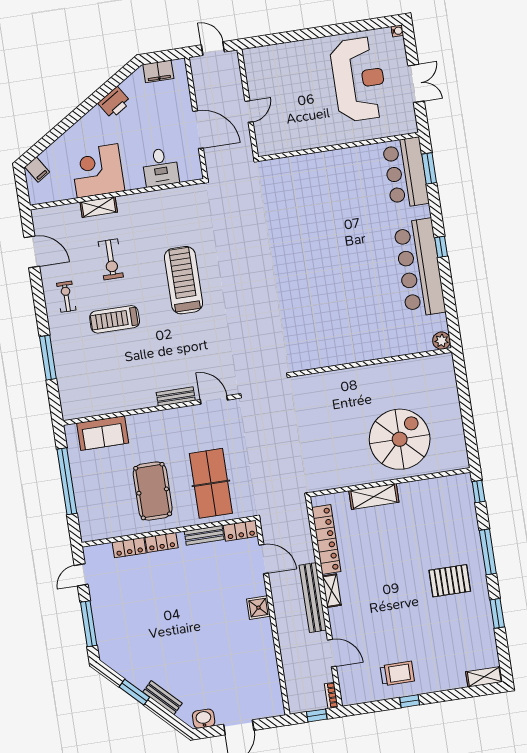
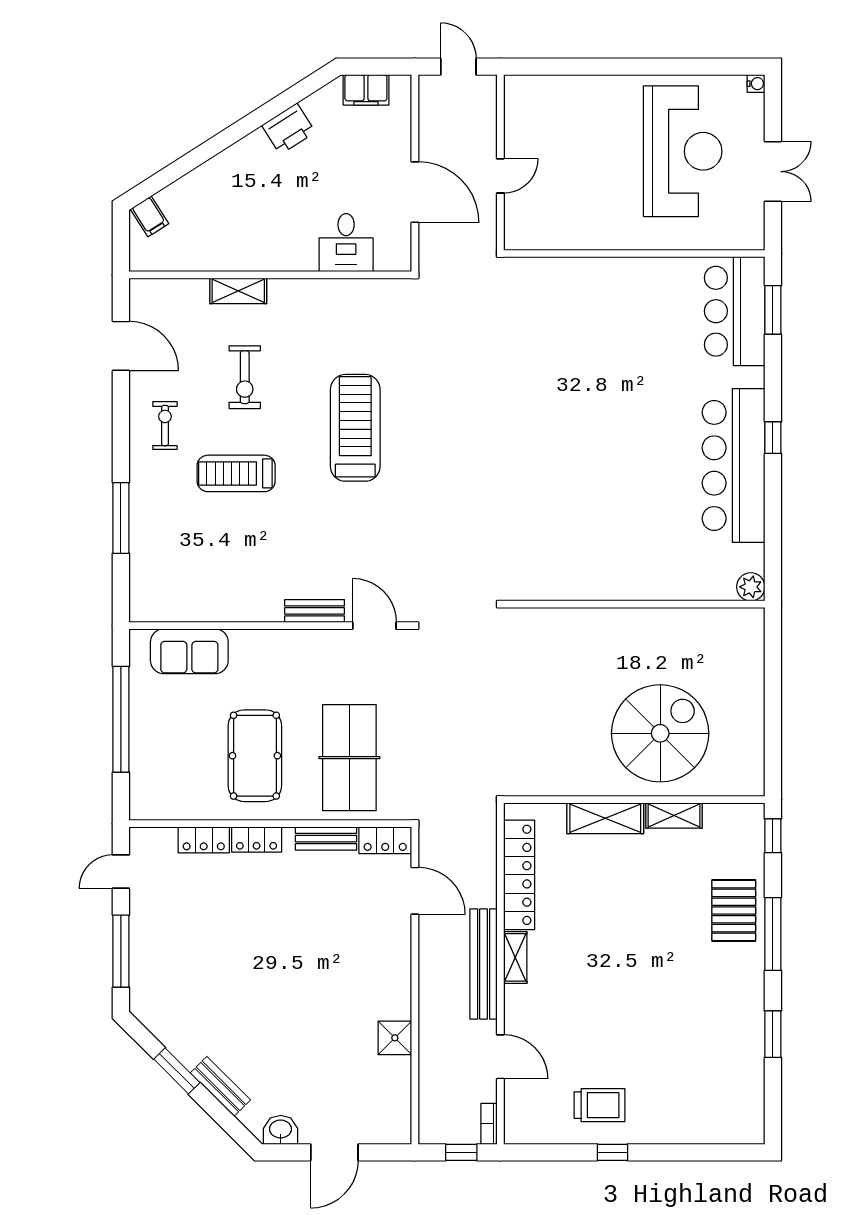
corner desk: (97, 171) -> (245, 233), removed
pallet: (450, 581) -> (734, 910), moved, turned 90
shower: (258, 608) -> (395, 1038), moved
shelving: (484, 677) -> (674, 815), moved

